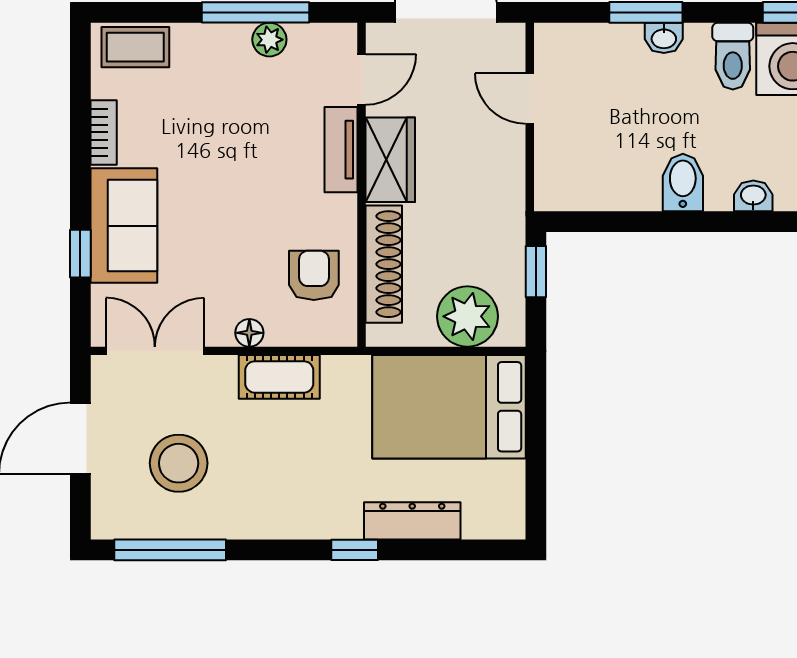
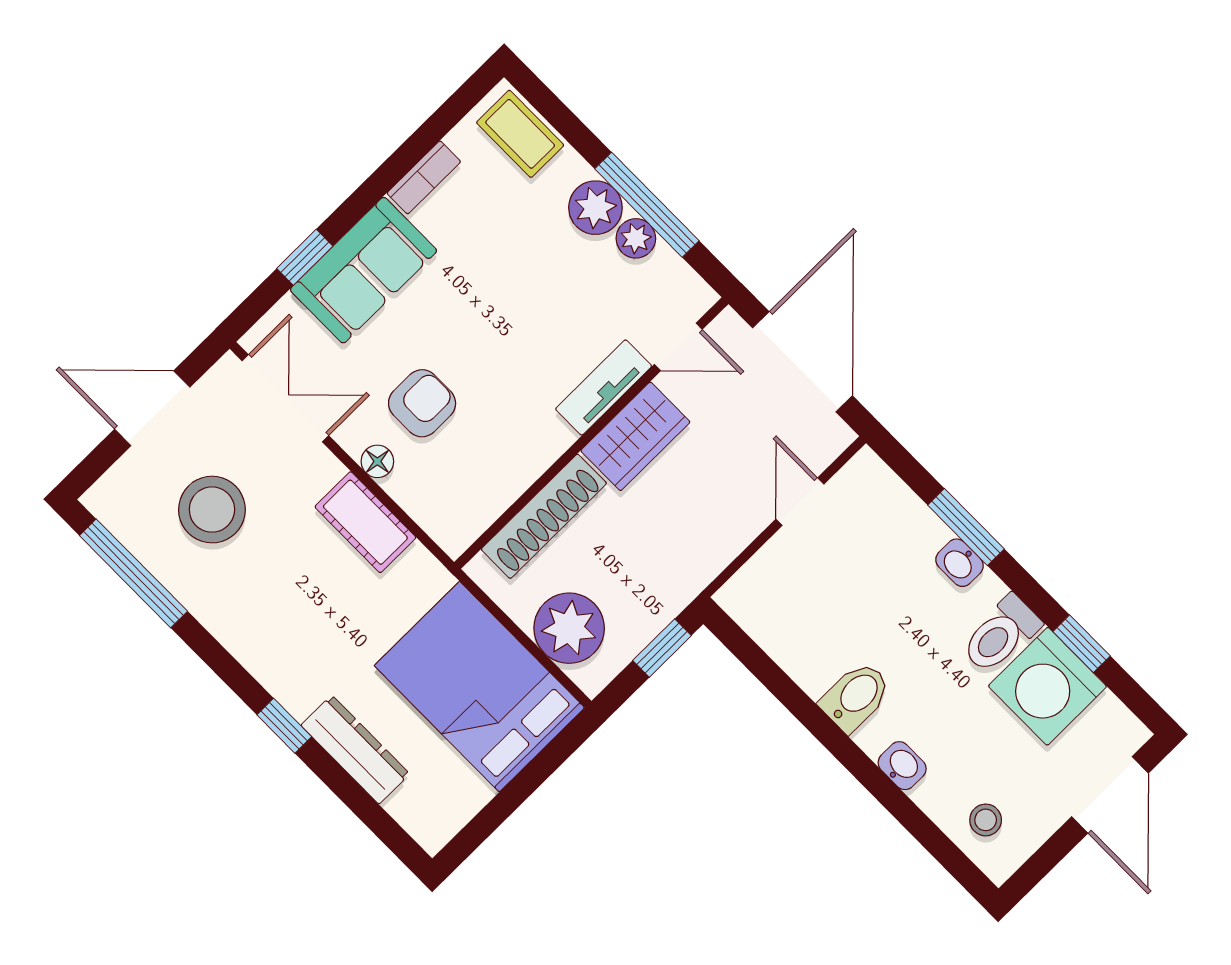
plant: (226, 46) -> (595, 208), added
armchair: (314, 275) -> (422, 403), moved

